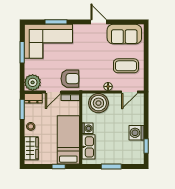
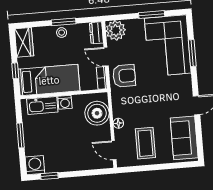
armchair: (70, 79) -> (124, 76), turned -90
window: (22, 109) -> (64, 22), moved
washing machine: (136, 133) -> (35, 165), moved
wardrobe: (31, 148) -> (24, 42), moved, turned -90

